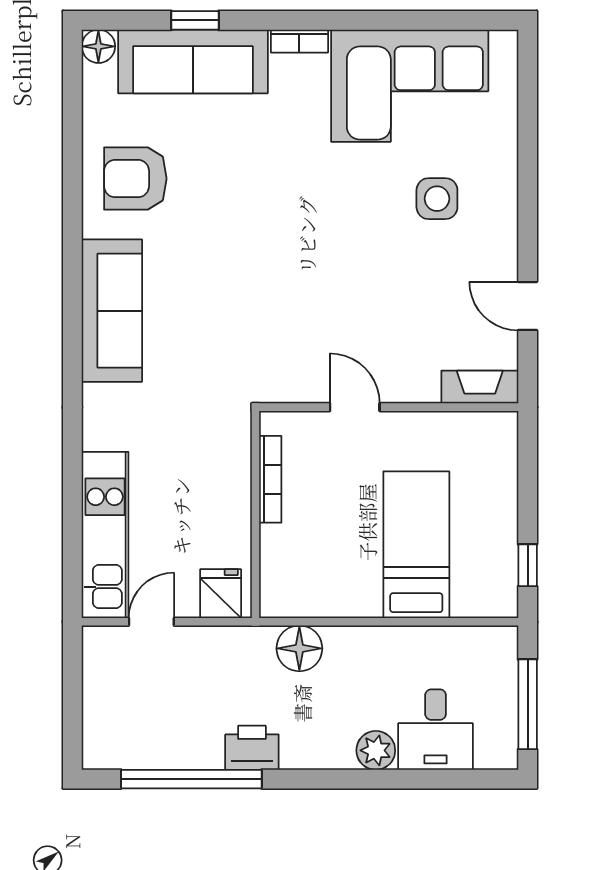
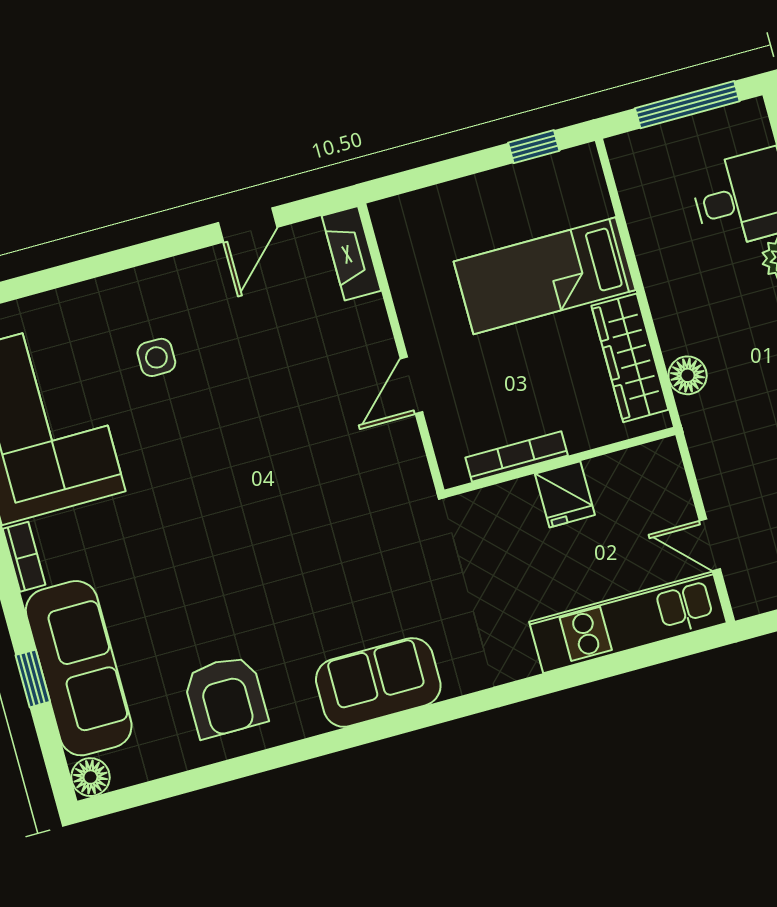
side table: (437, 199) -> (156, 357), width x0.73, depth x0.73
sofa: (112, 311) -> (378, 682), width x0.73
fridge: (221, 594) -> (565, 494), moved, turned -90
wardrobe: (327, 598) -> (630, 358), added
floor lamp: (299, 648) -> (688, 375), width x0.73, depth x0.73

